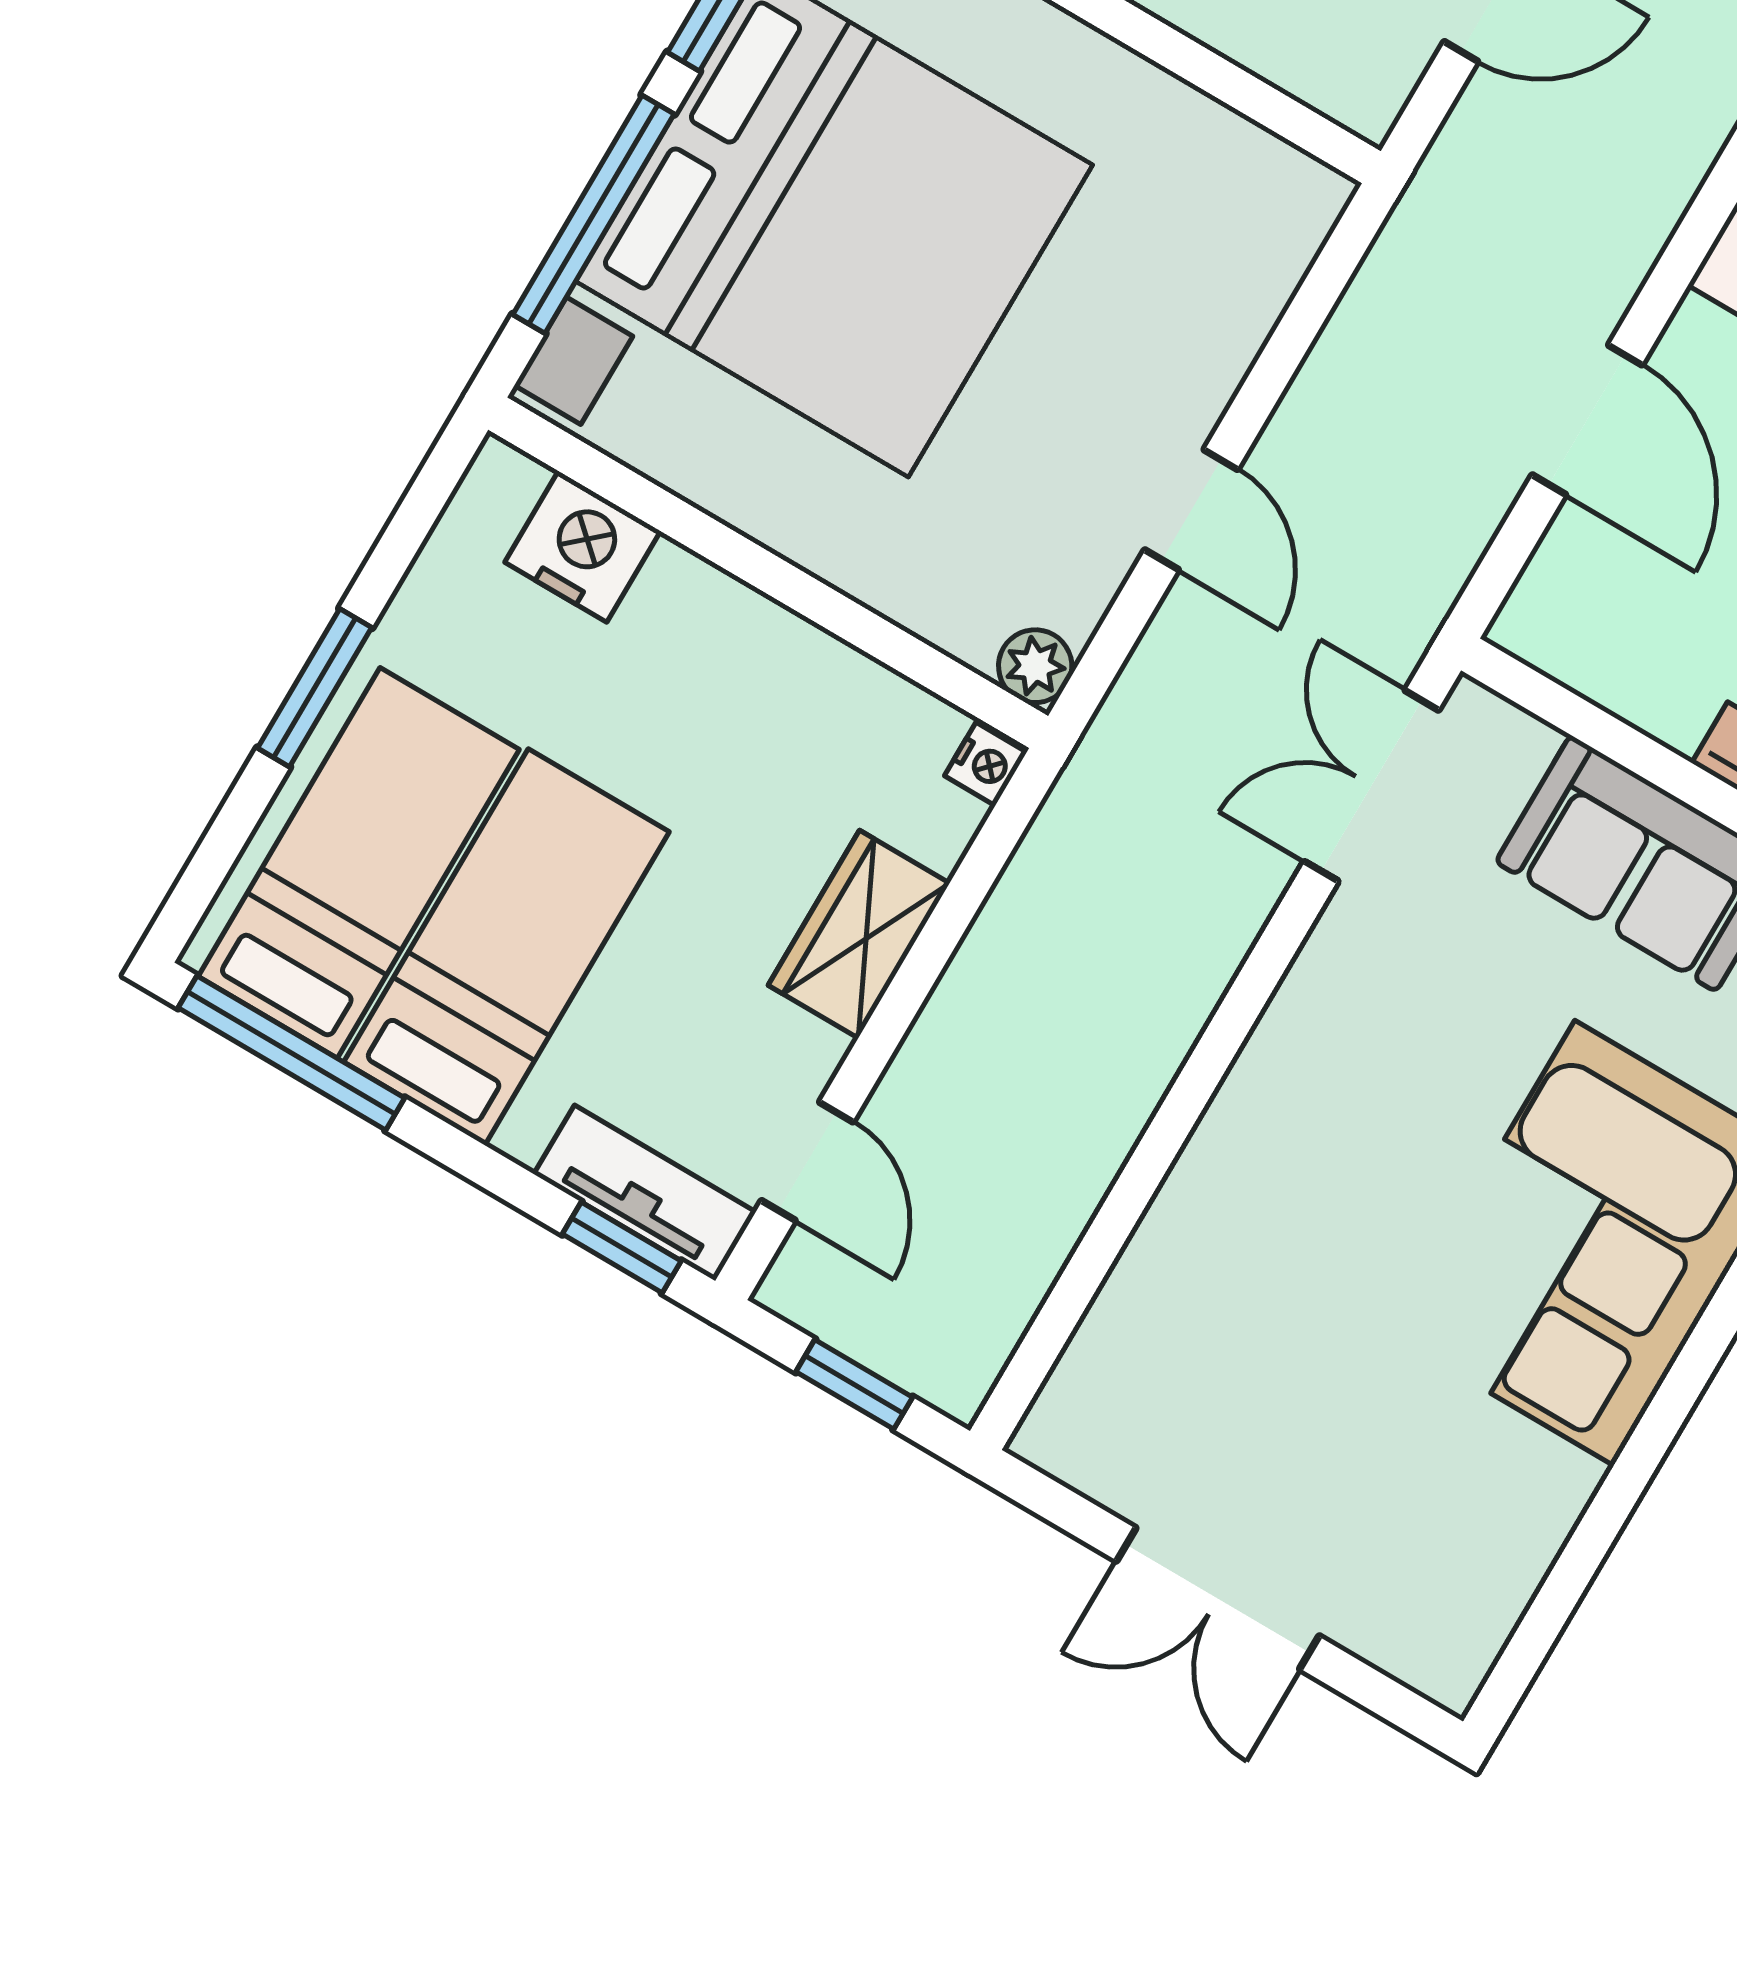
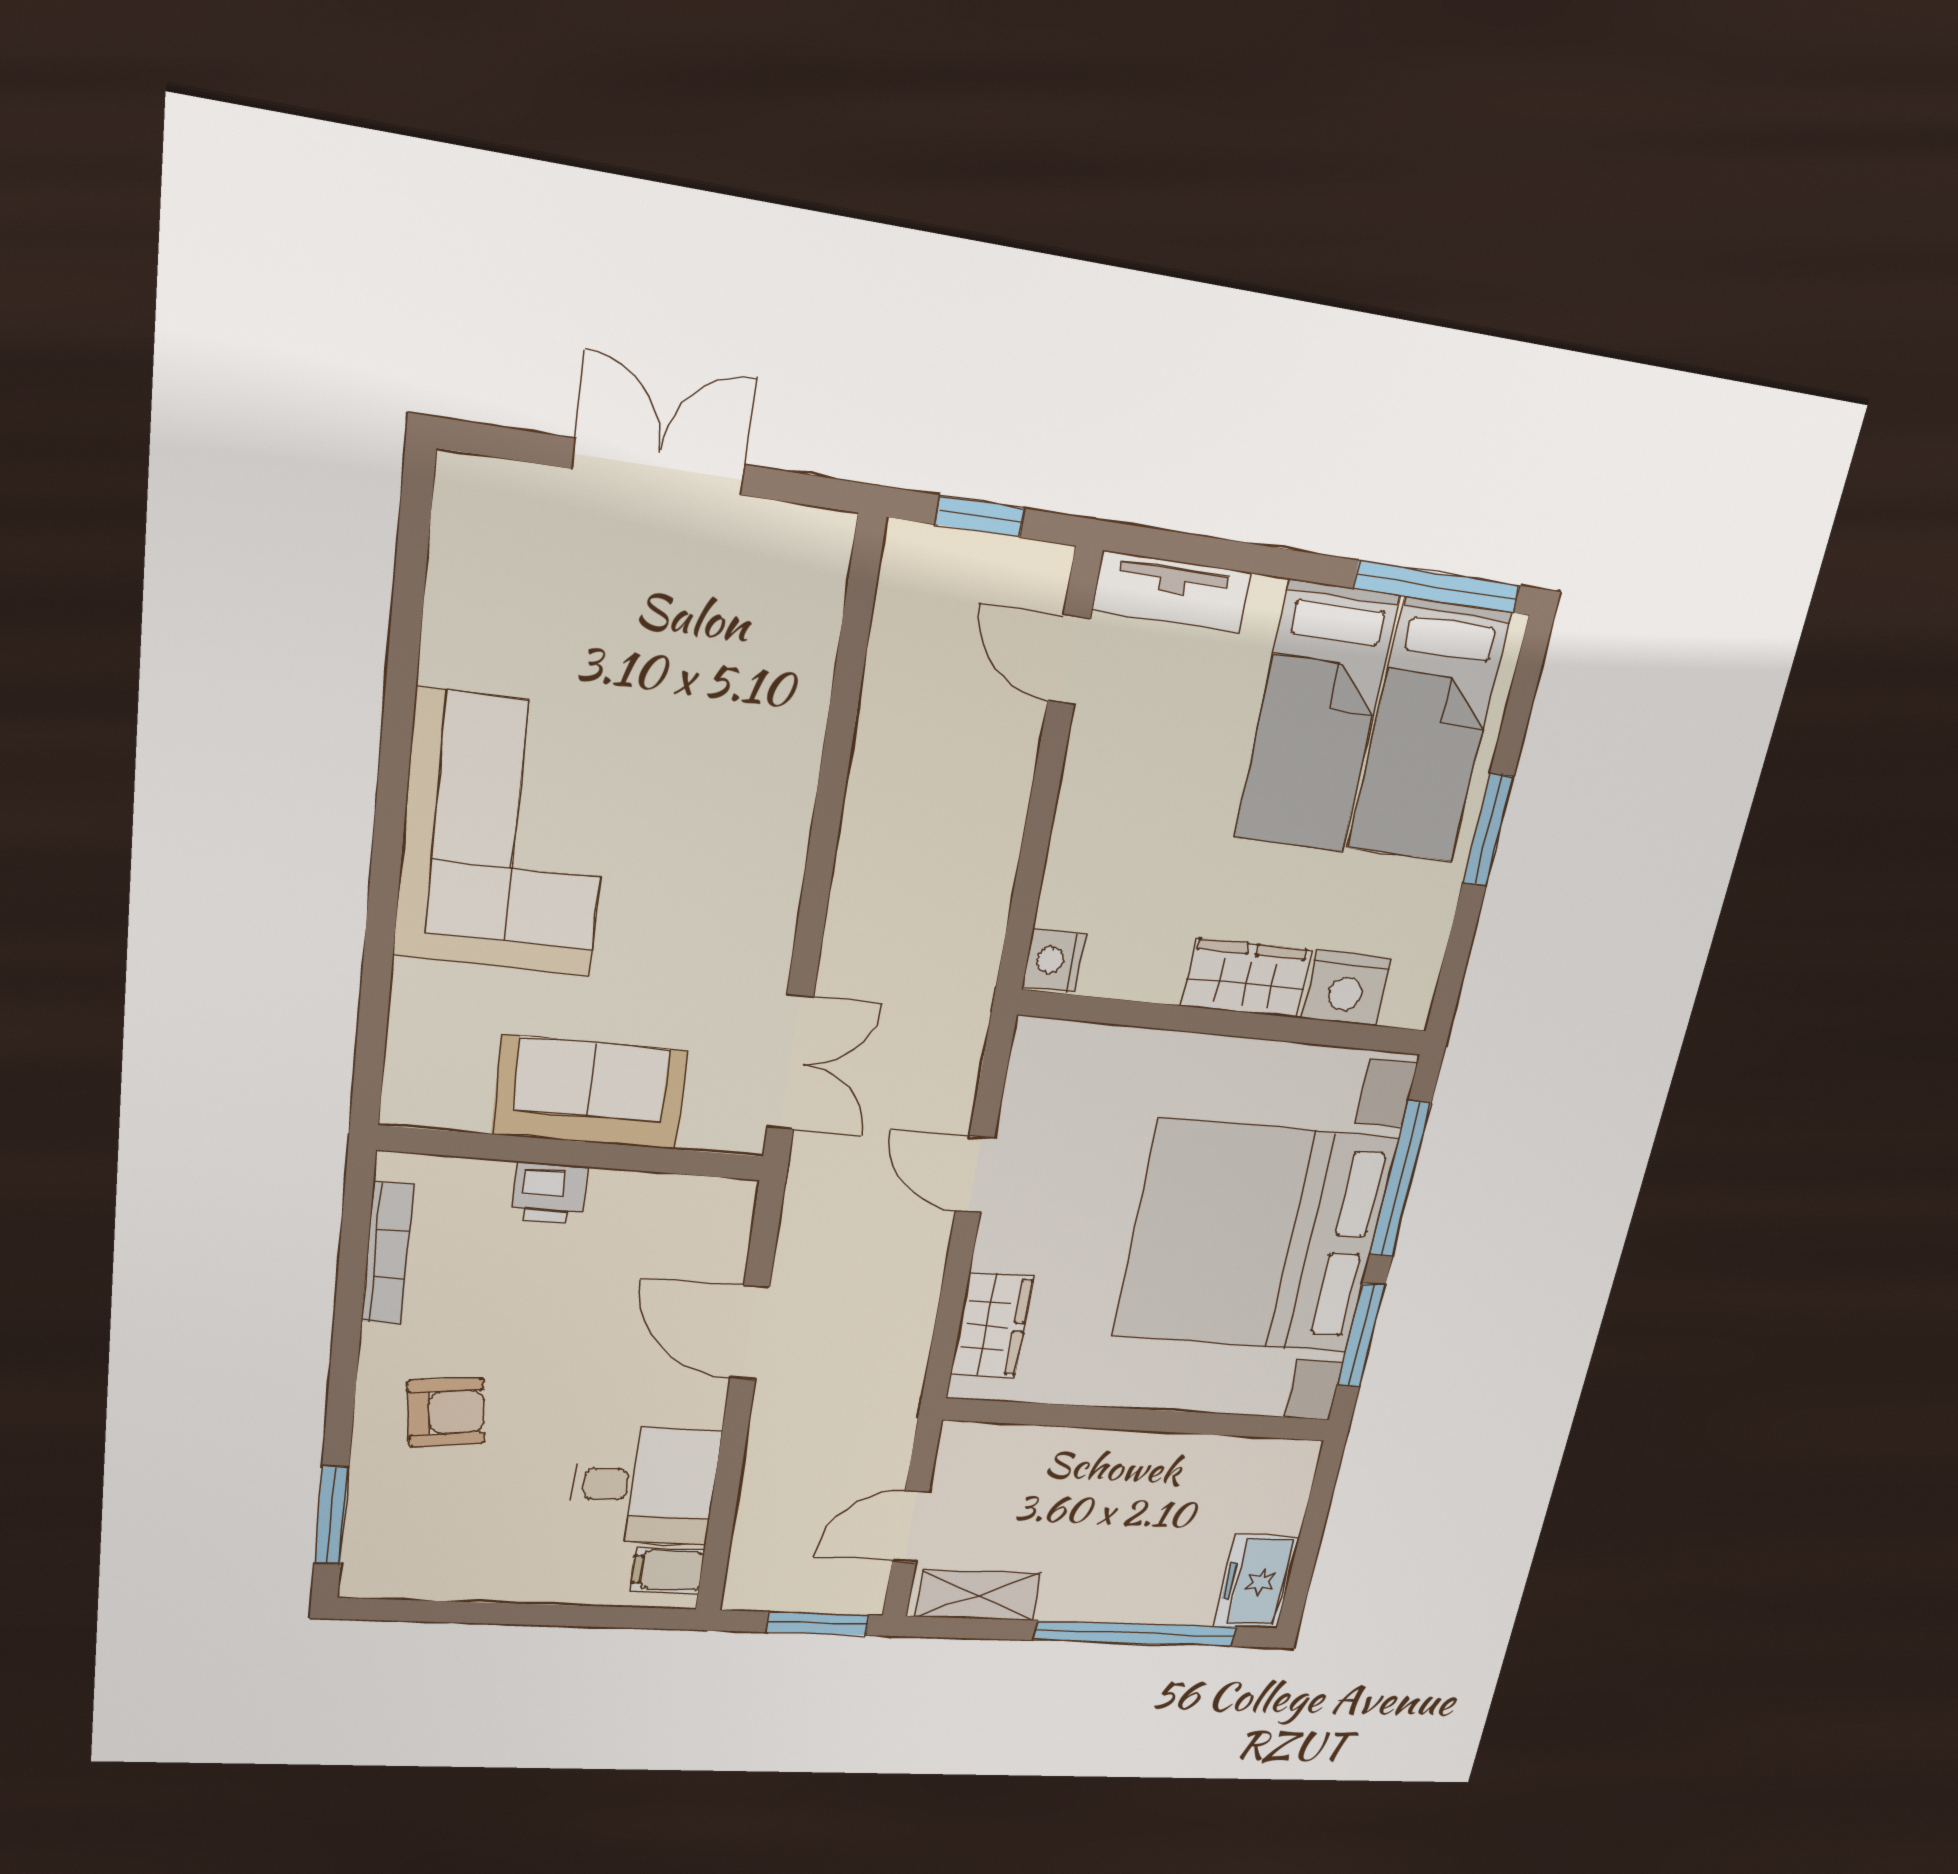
wardrobe: (1255, 267) -> (992, 1326), added
plant: (1035, 666) -> (1037, 1041), removed
nightstand: (986, 764) -> (1054, 960), width x1.39, depth x1.35
wardrobe: (859, 934) -> (1246, 978), moved, turned -90
window: (622, 1247) -> (1174, 546), removed

